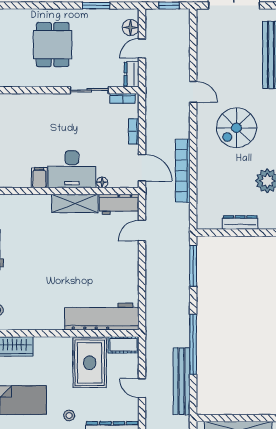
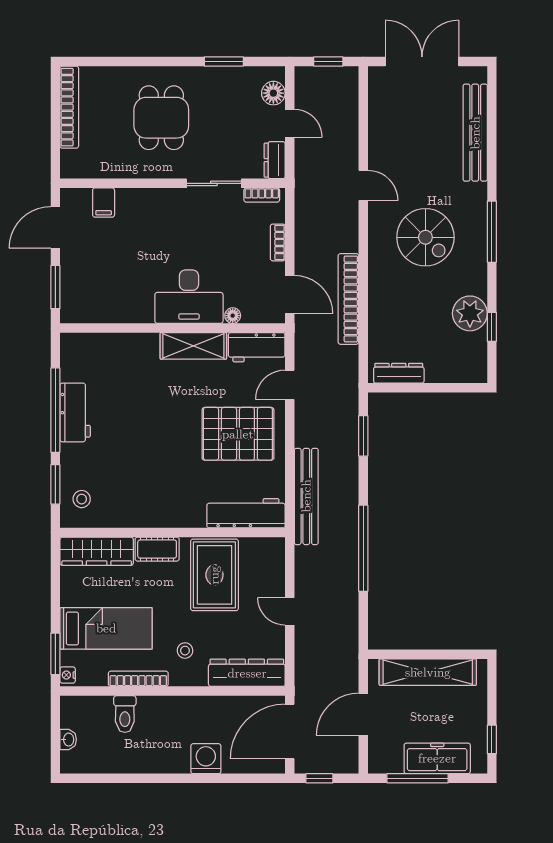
door: (142, 48) -> (290, 123), swing flipped
spiral stairs: (236, 128) -> (425, 237), turned -90
filing cabinet: (39, 178) -> (104, 203), moved, turned 180
dresser: (240, 222) -> (399, 373), moved
pallet: (106, 265) -> (238, 434), added
window: (193, 266) -> (363, 436), width x0.69
workbench: (102, 317) -> (246, 513), width x0.73, depth x0.76
cot: (123, 345) -> (157, 549), moved
bench: (182, 381) -> (306, 496), moved

